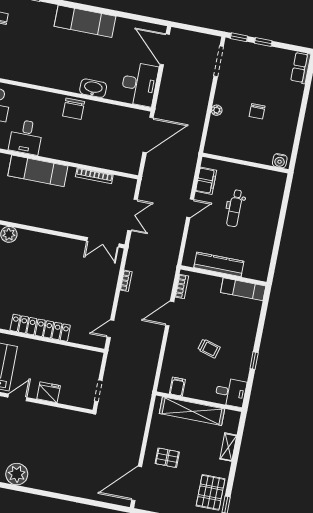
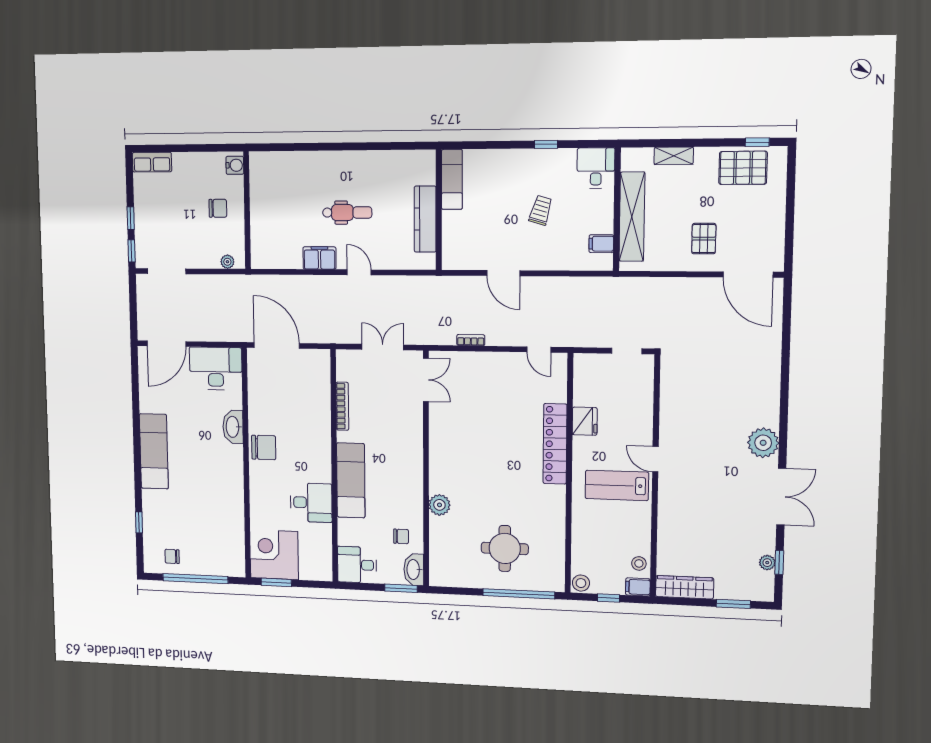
water cooler: (280, 161) -> (235, 165), moved
wall: (245, 163) -> (247, 210), moved
bookcase: (182, 287) -> (464, 264), removed
fridge: (49, 392) -> (585, 421), moved, turned 180

